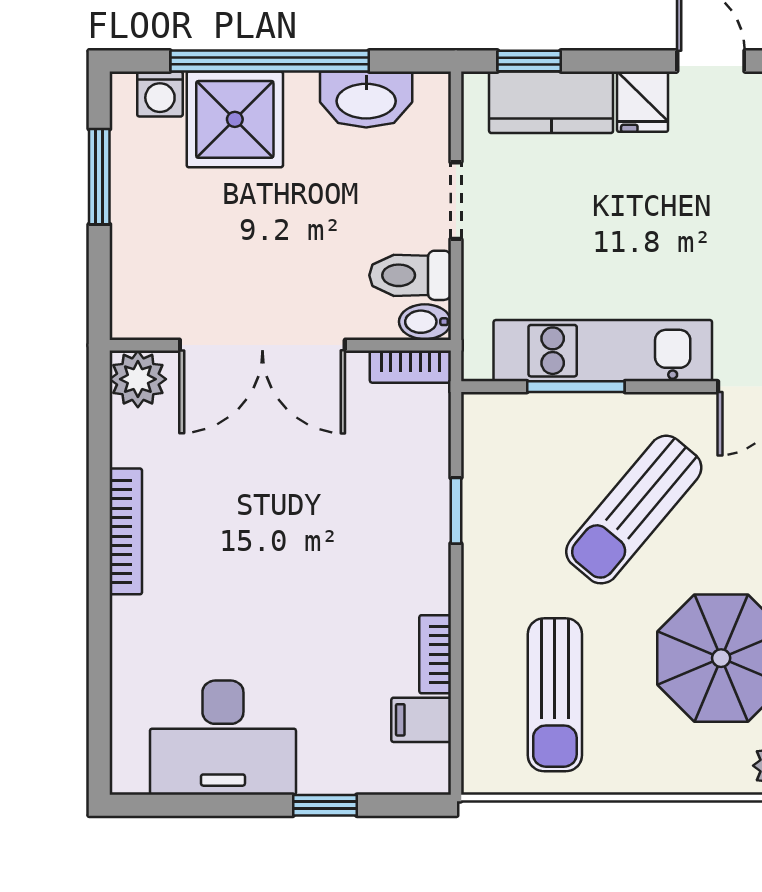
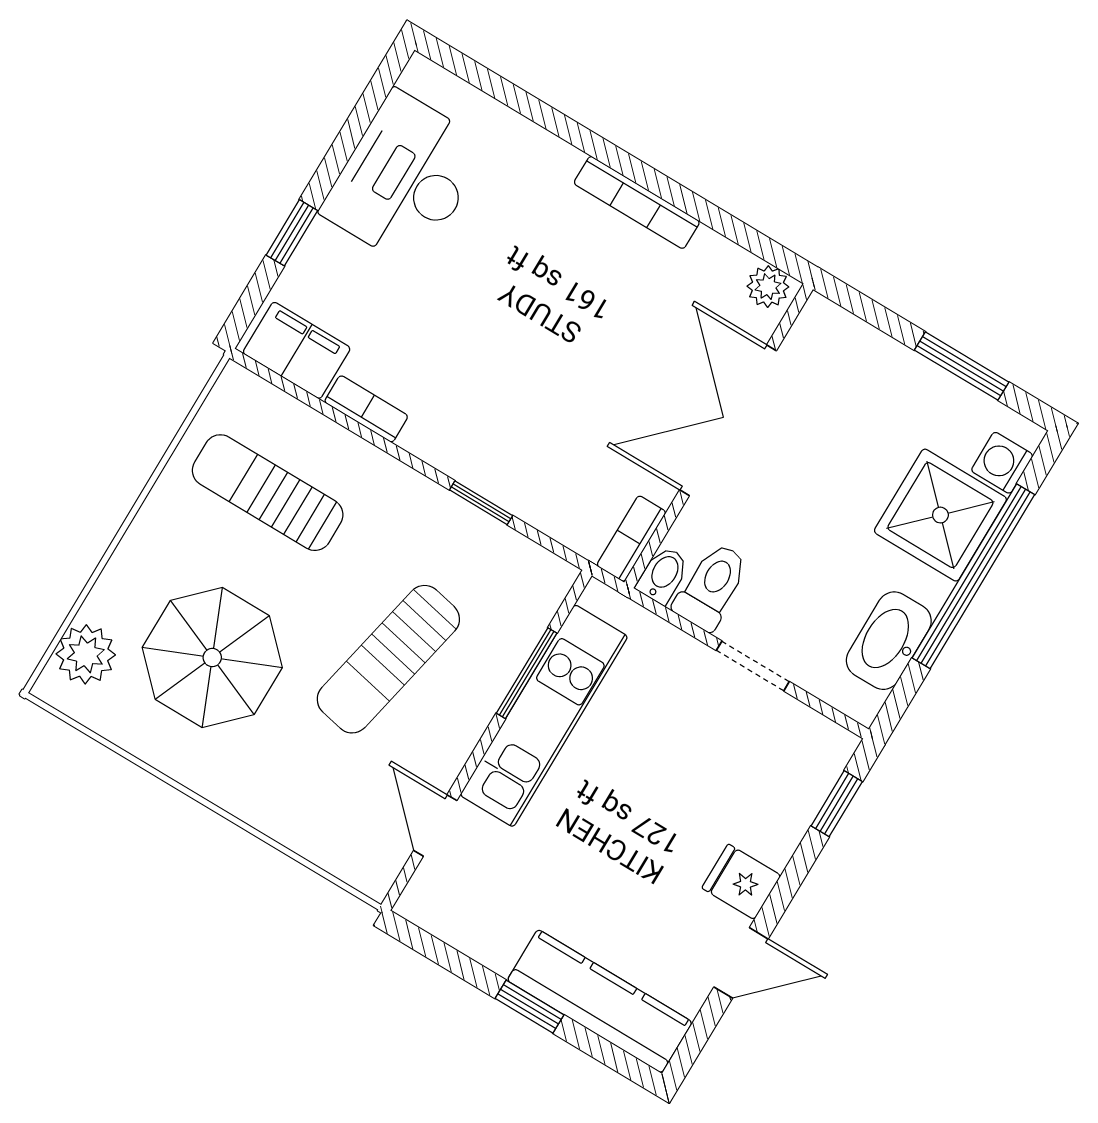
kitchen counter: (551, 102) -> (789, 801), removed
plant: (138, 379) -> (768, 287), width x0.73, depth x0.73
sun lounger: (634, 510) -> (388, 659), turned -118
filing cabinet: (421, 720) -> (297, 350), width x2.00

